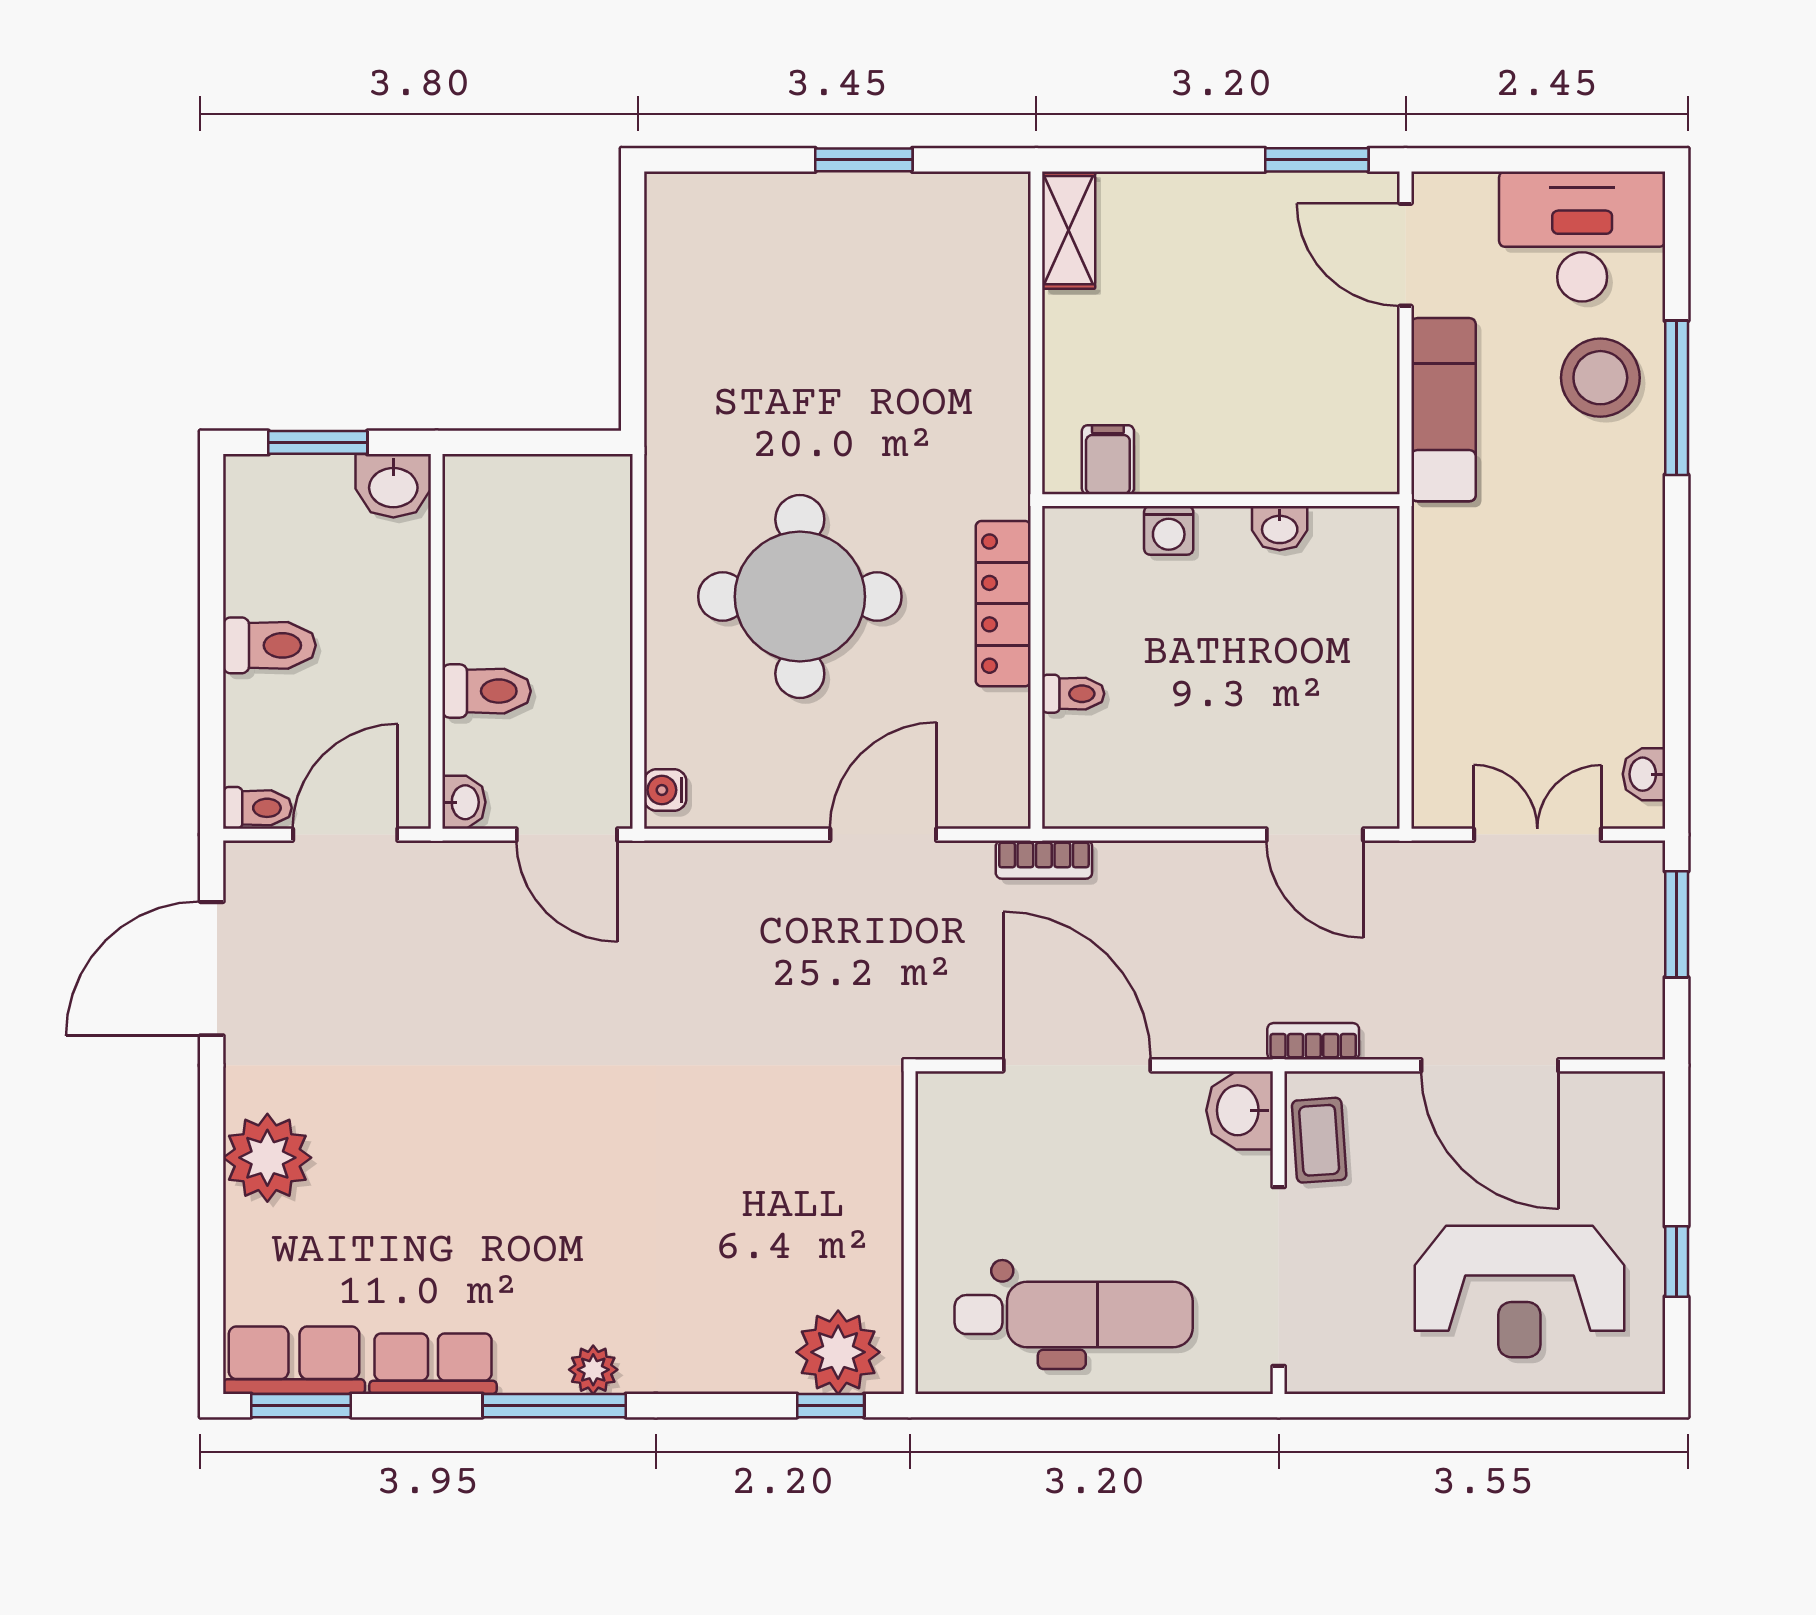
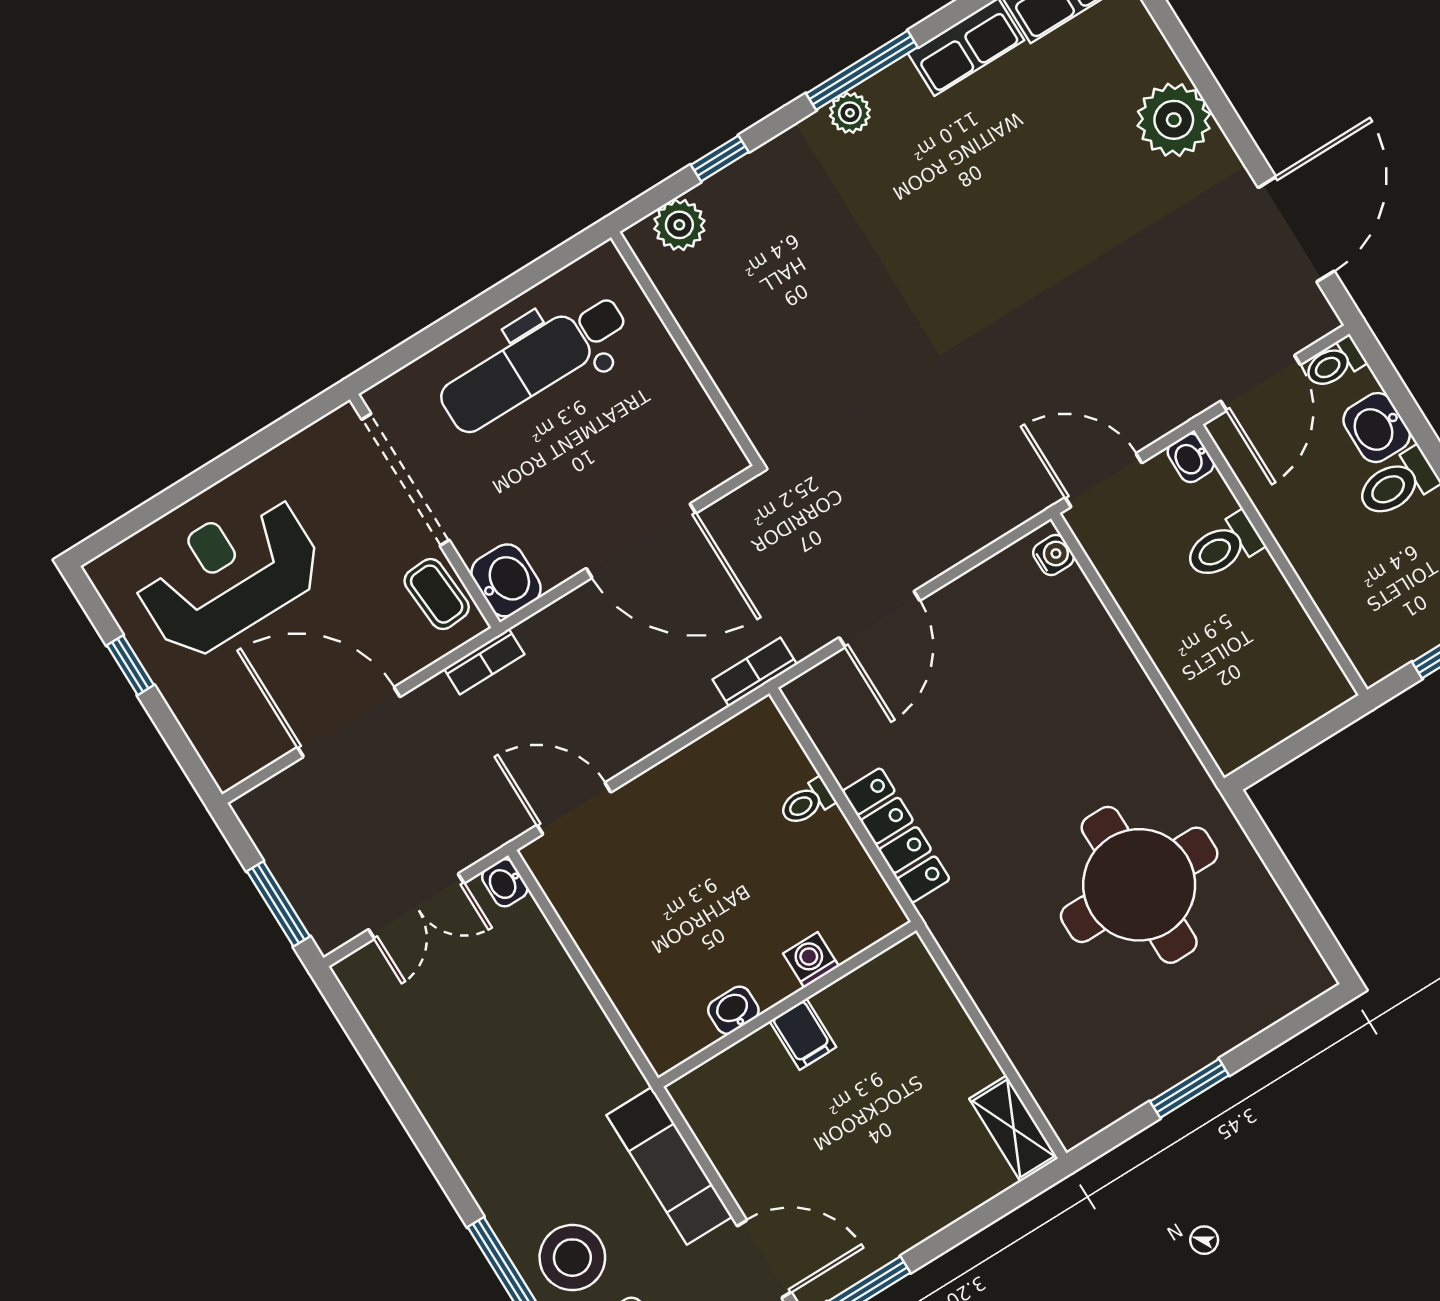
filing cabinet: (1108, 460) -> (803, 1034), moved
washbasin: (393, 486) -> (1377, 428), moved, turned -90
round table: (800, 597) -> (1139, 885), moved
washbasin: (1644, 774) -> (505, 883), moved, turned 180
plant: (838, 1352) -> (679, 225), width x0.73, depth x0.73
window: (831, 1406) -> (720, 158), moved

